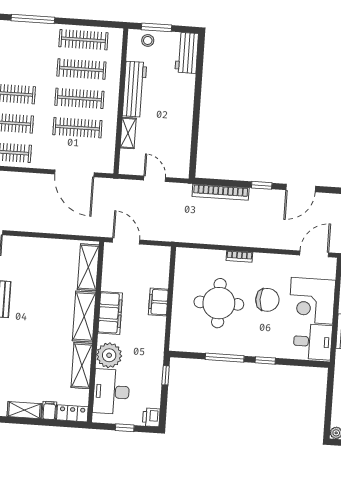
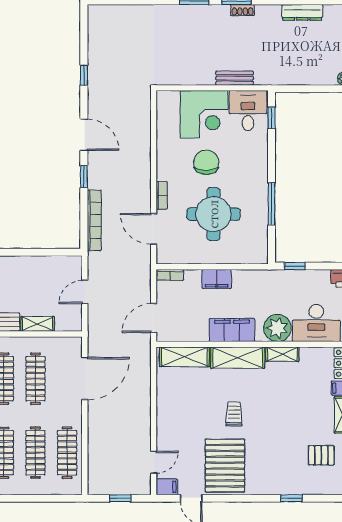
door: (314, 254) -> (154, 229), moved
bookcase: (165, 259) -> (170, 275), added
trolley: (32, 310) -> (234, 414), added
window: (265, 360) -> (272, 118), moved
shelving: (82, 366) -> (282, 354), width x0.67, depth x0.75

